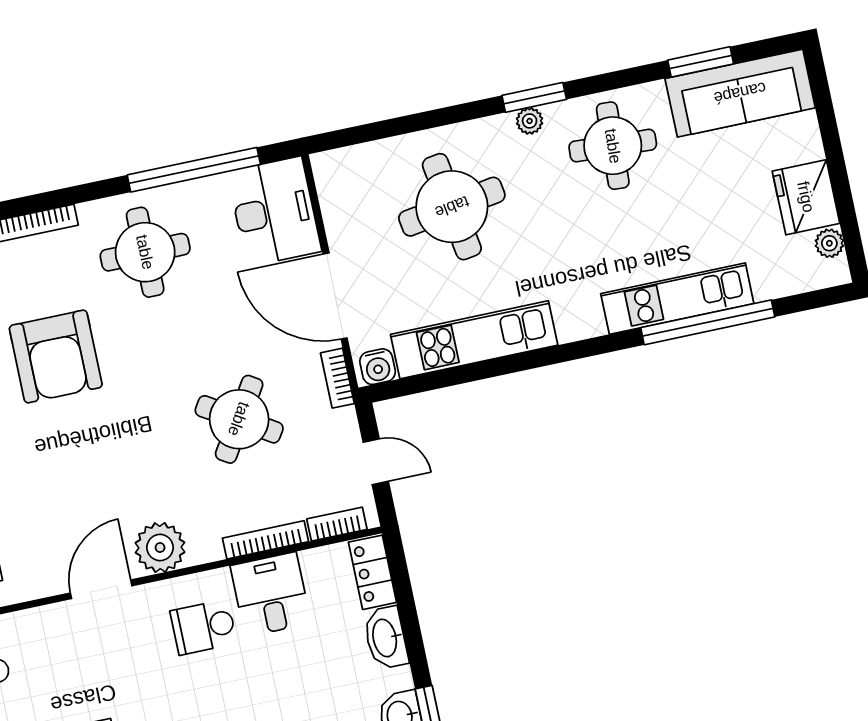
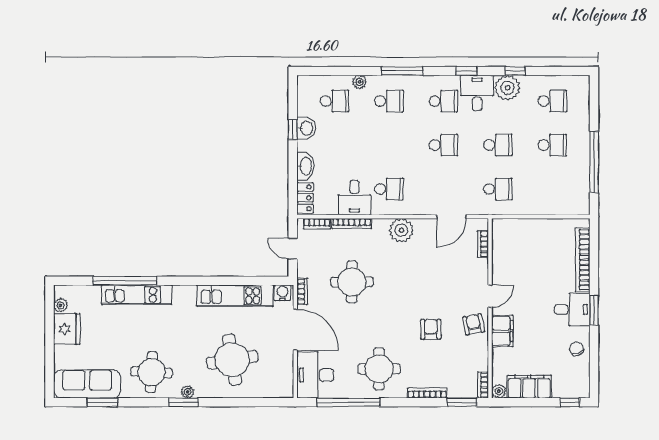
armchair: (56, 356) -> (431, 329), width x0.53, depth x0.53
round table: (239, 419) -> (352, 282), turned -32
door: (101, 589) -> (451, 217), moved

